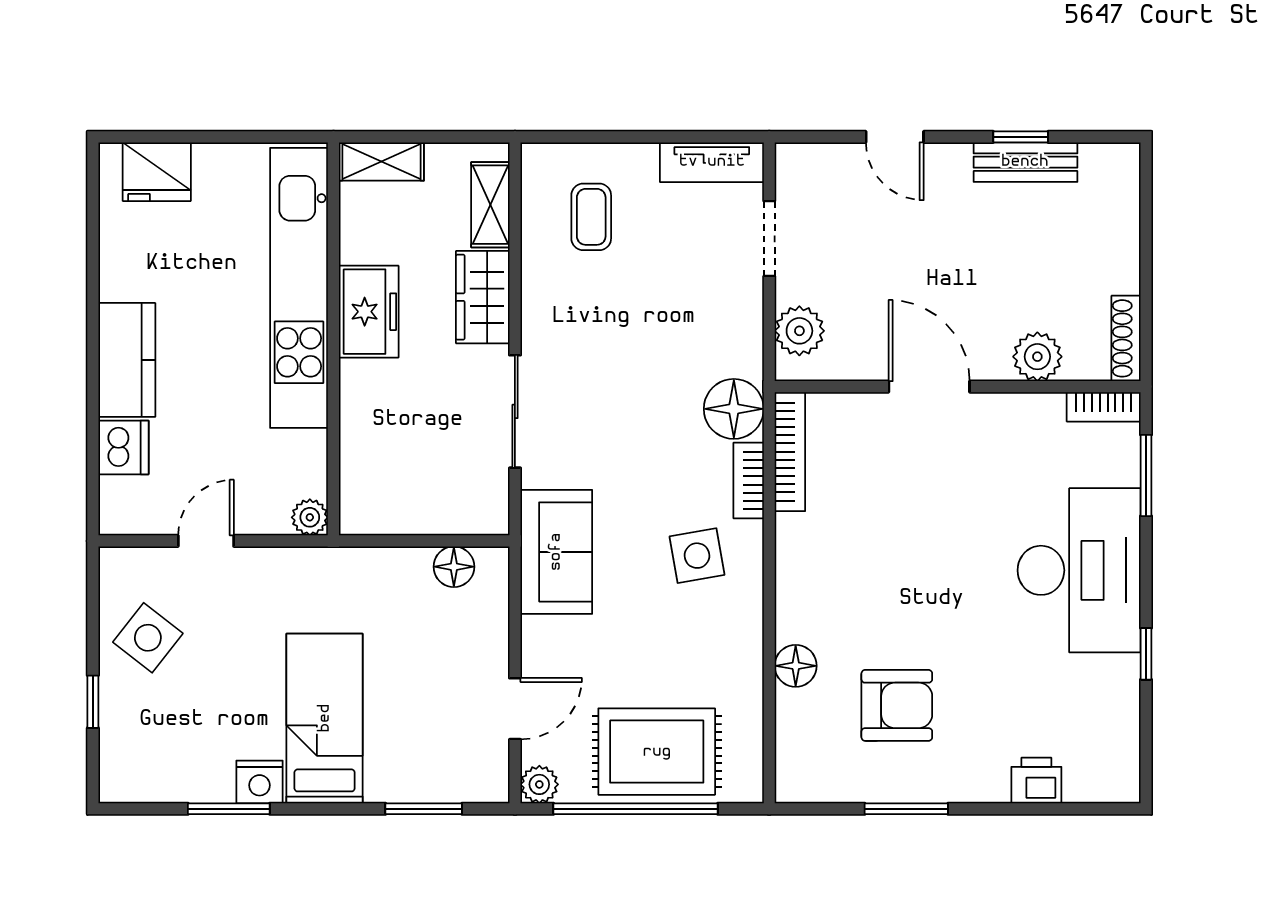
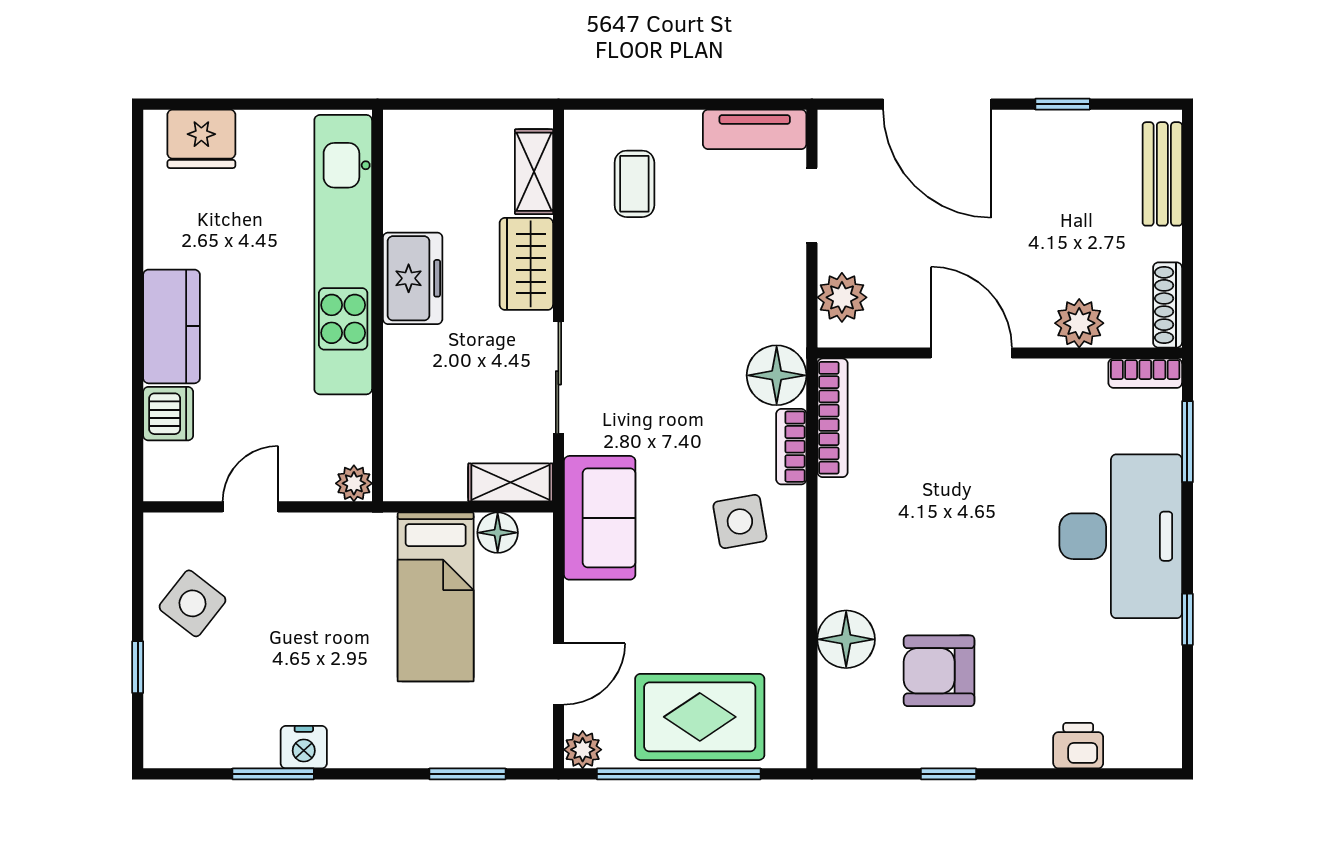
door: (895, 137) -> (937, 104), width x1.88
shelving: (381, 161) -> (510, 482), moved
bench: (1025, 162) -> (1162, 174), moved, turned 90
floor lamp: (796, 666) -> (846, 639), width x1.38, depth x1.38
armchair: (897, 705) -> (939, 671), turned 180
bed: (325, 718) -> (436, 597), moved, turned 180
window: (906, 809) -> (949, 774), width x0.67

